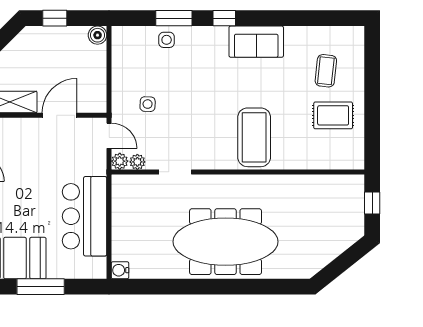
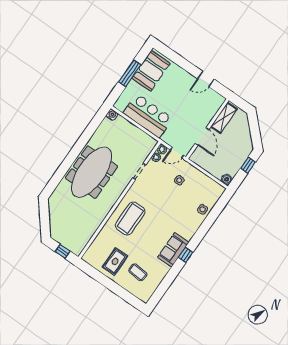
window: (174, 18) -> (210, 220), removed
window: (224, 18) -> (185, 255), moved
coffee table: (254, 137) -> (130, 218), turned 90

